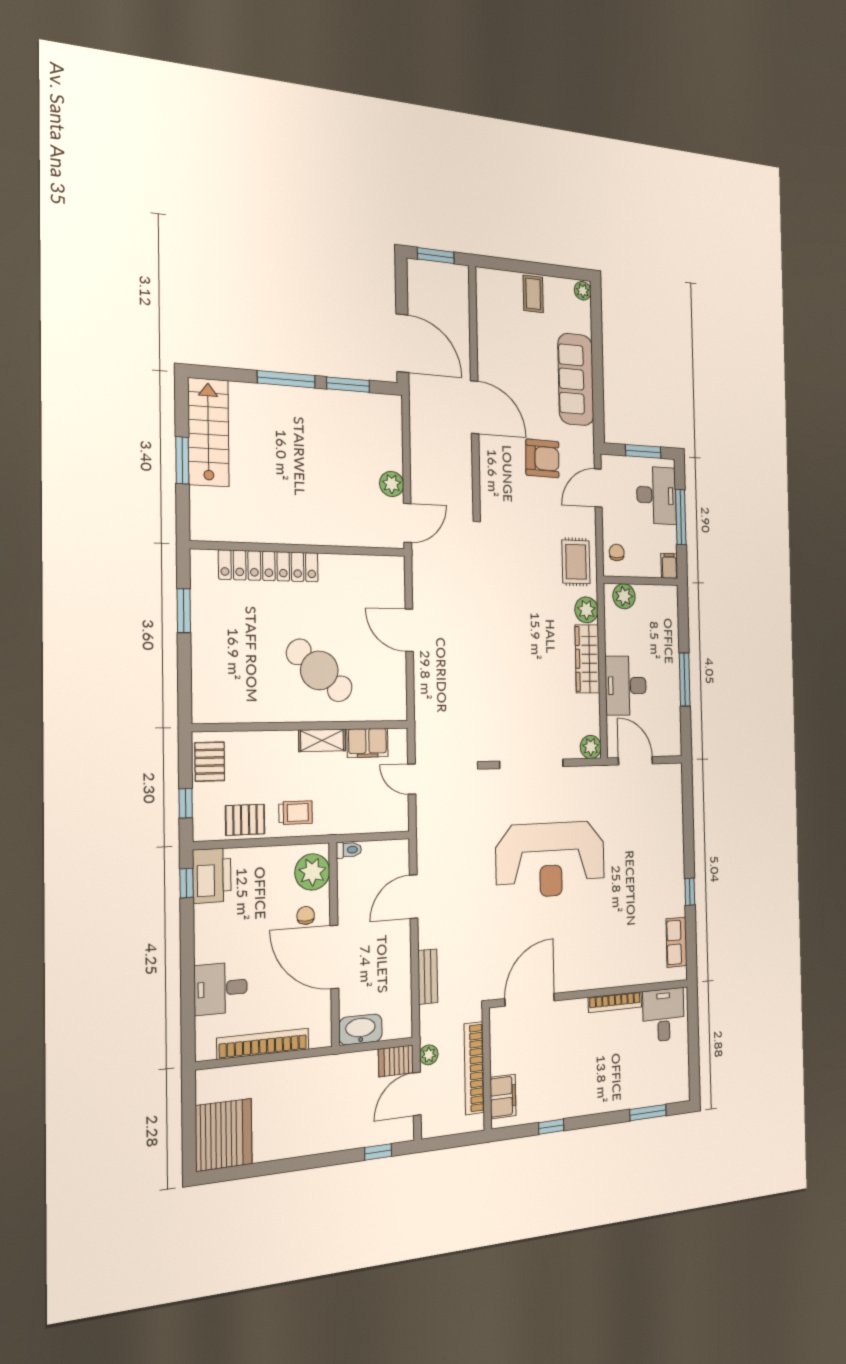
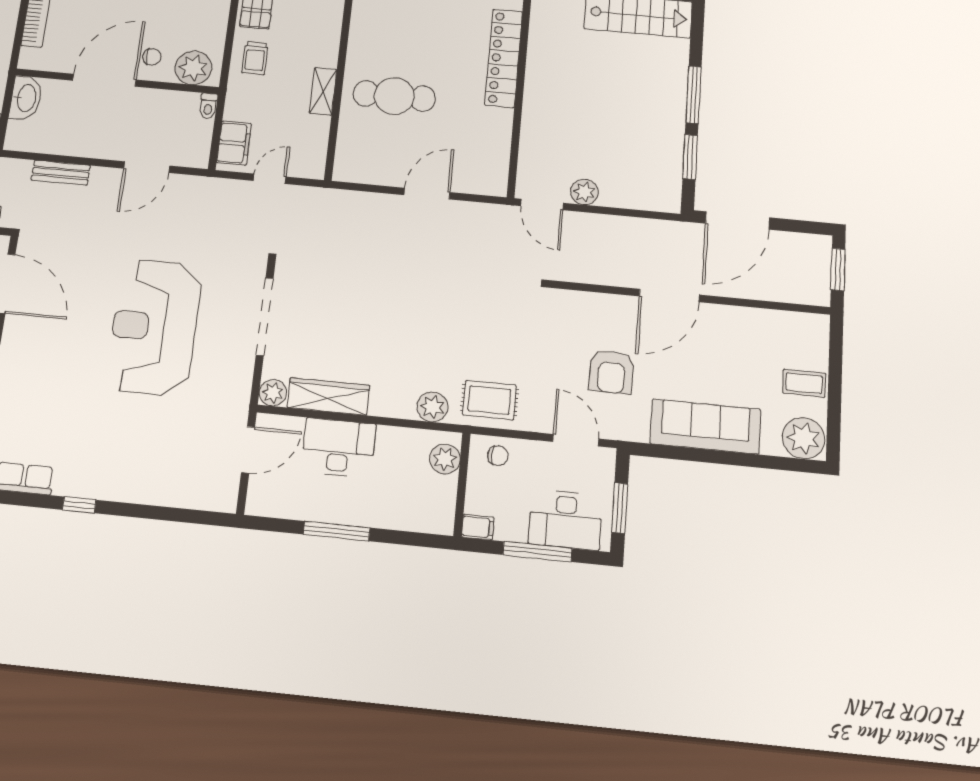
plant: (583, 291) -> (803, 438), width x1.88, depth x1.88
wardrobe: (587, 659) -> (328, 396), moved
cafe table: (319, 670) -> (394, 96), turned 49
filing cabinet: (367, 743) -> (234, 143), moved, turned 180
door: (414, 897) -> (147, 167), swing flipped

